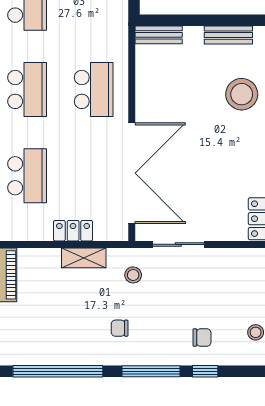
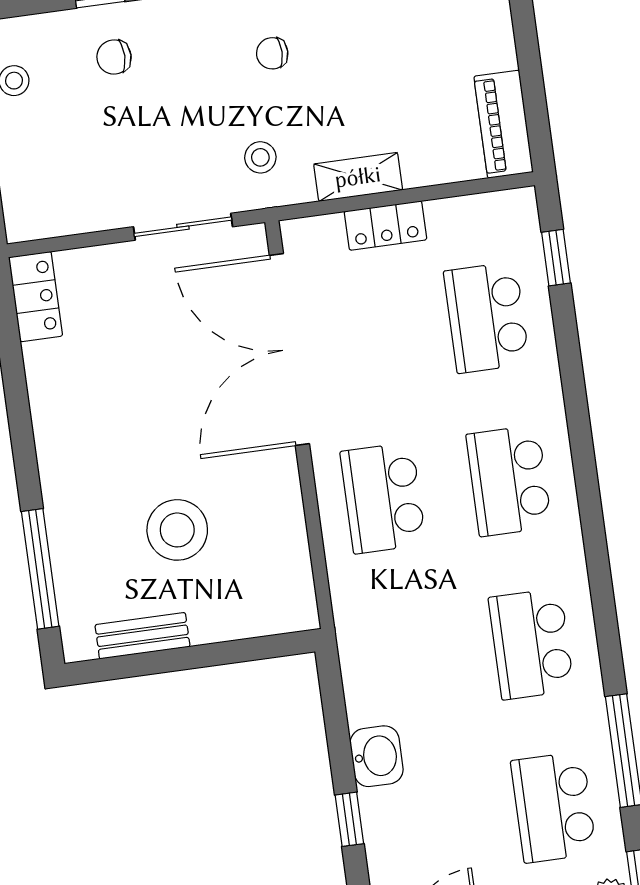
bench: (159, 35) -> (274, 618), removed
stool: (242, 94) -> (177, 530), moved
chair: (120, 328) -> (272, 53), turned 180

